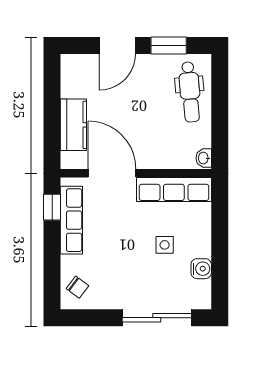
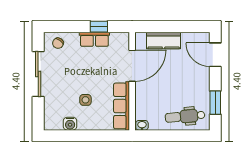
door: (117, 45) -> (215, 55), moved
window: (52, 207) -> (99, 27), moved
row of seats: (71, 220) -> (94, 39), width x0.68
sliding door: (157, 318) -> (38, 74), moved

